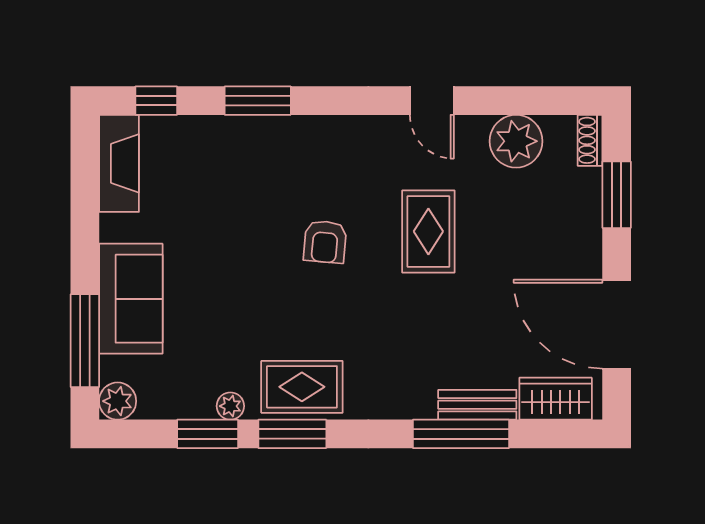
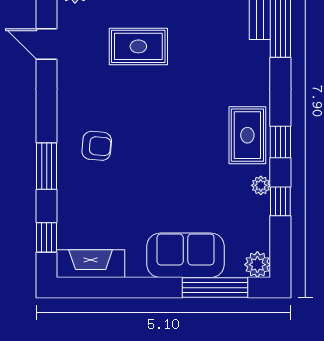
door: (432, 101) -> (47, 44), swing flipped
armchair: (325, 242) -> (97, 146), moved
window: (208, 434) -> (280, 201), width x0.67
window: (292, 434) -> (280, 142), width x0.67

